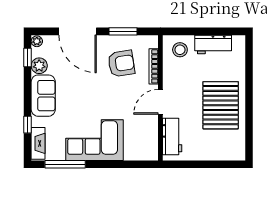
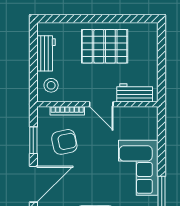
armchair: (121, 63) -> (64, 142), turned 87

